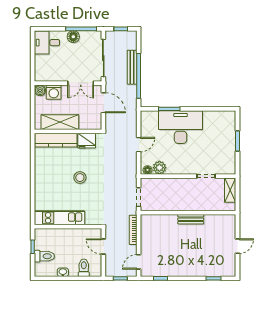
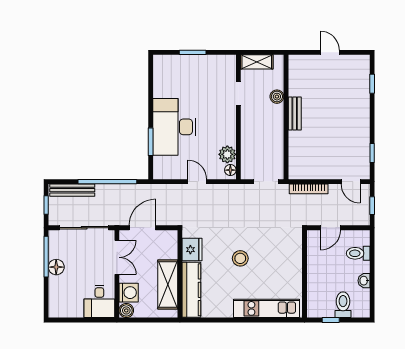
desk: (47, 43) -> (99, 301), moved
bench: (132, 67) -> (72, 190), moved
boiler: (204, 206) -> (277, 97), added
kitchen unit: (60, 218) -> (267, 308), moved, turned 90

